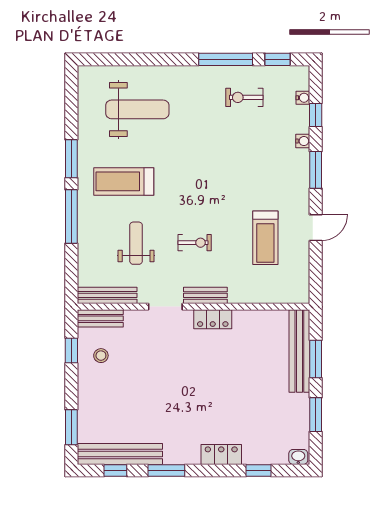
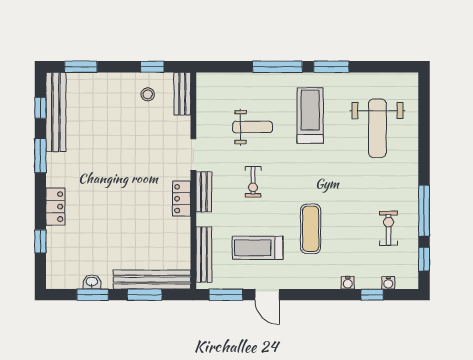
window: (316, 170) -> (226, 295), moved
exercise mat: (245, 181) -> (311, 229), added
bench: (107, 295) -> (204, 255), moved
washbasin: (298, 457) -> (92, 282), moved, turned -90

